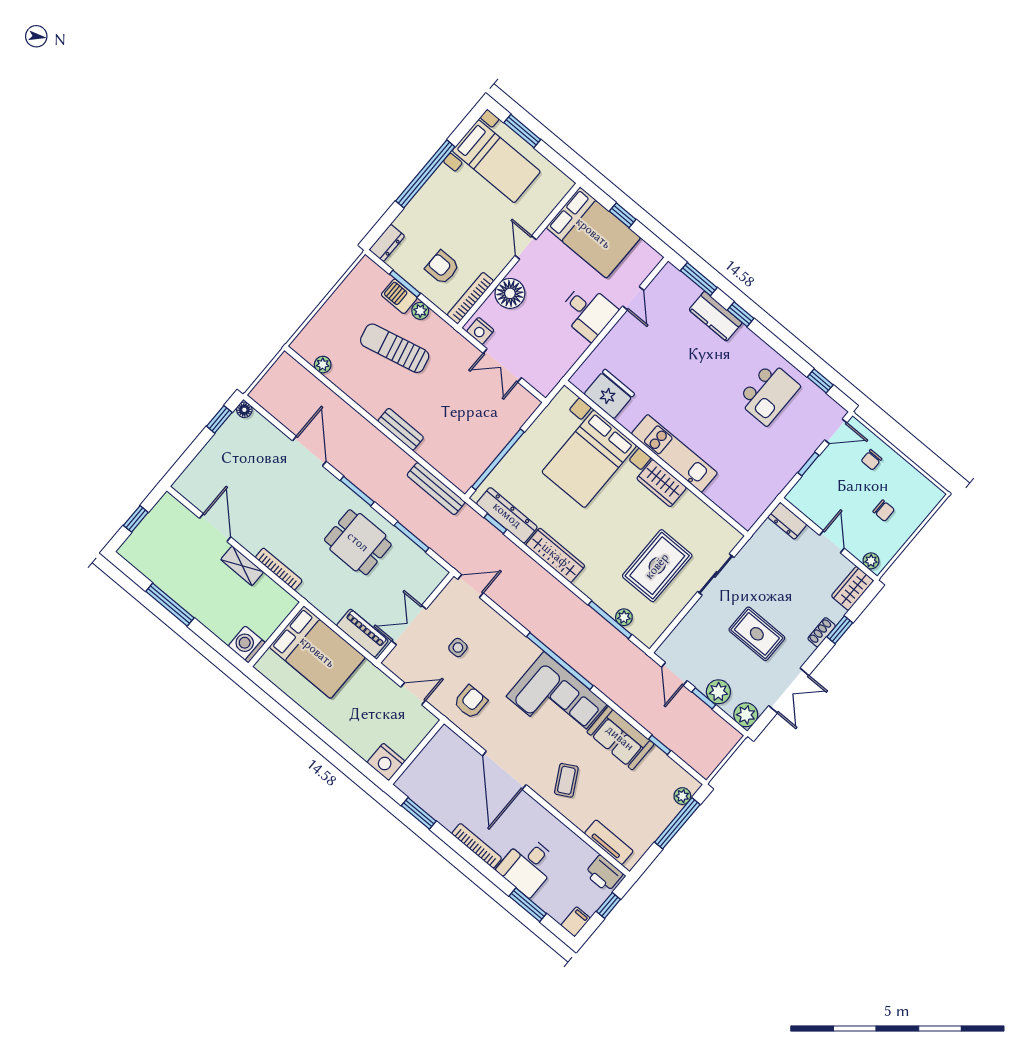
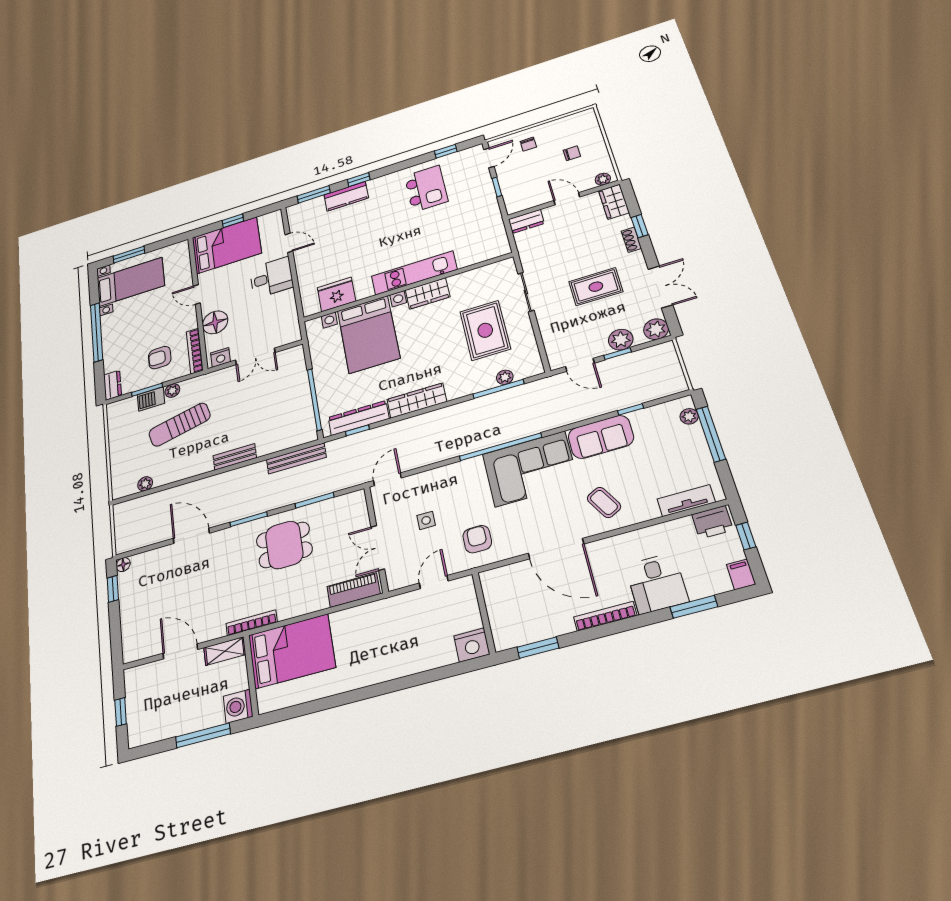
wall: (276, 634) -> (251, 675), moved
washing machine: (247, 644) -> (238, 706), moved
bed: (317, 652) -> (292, 651), moved

